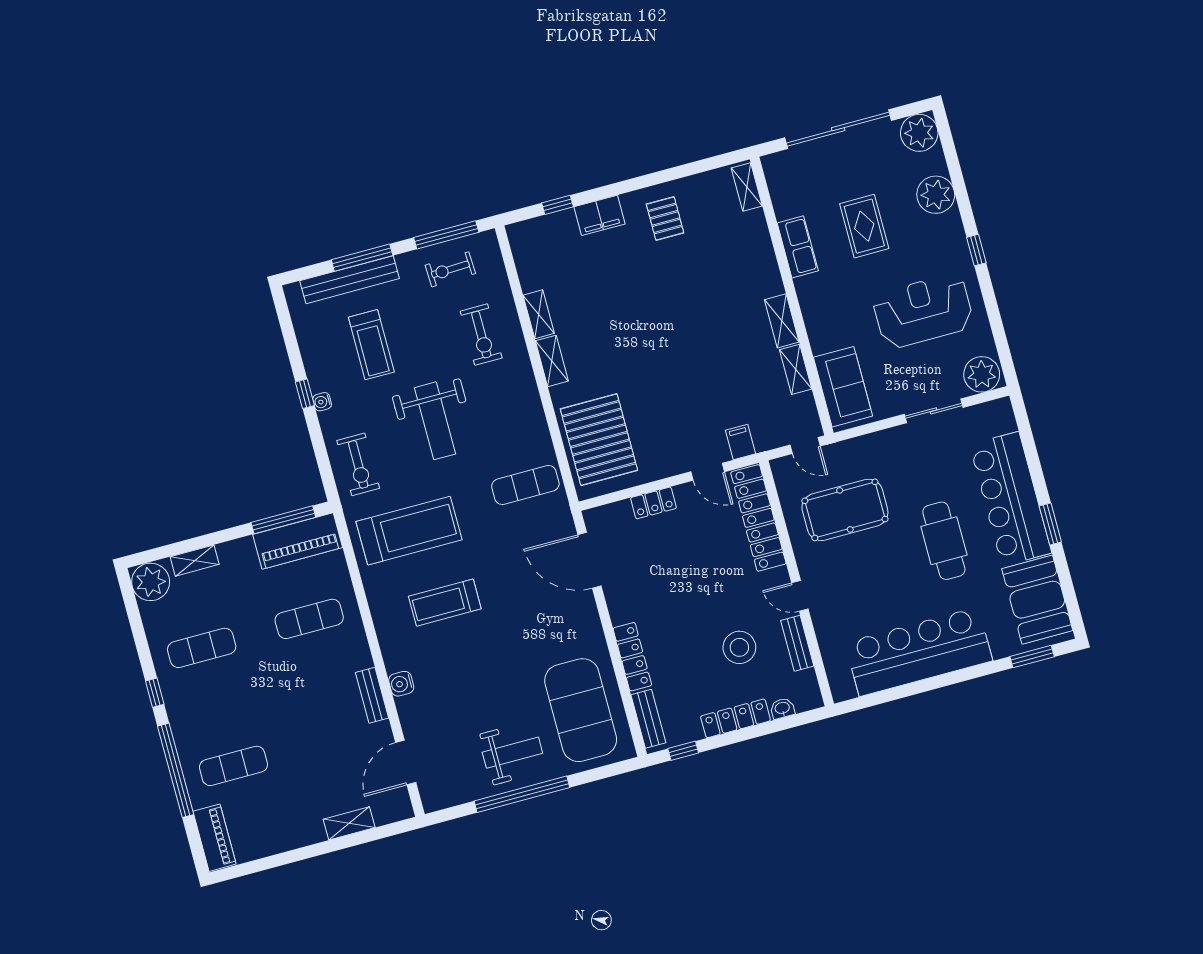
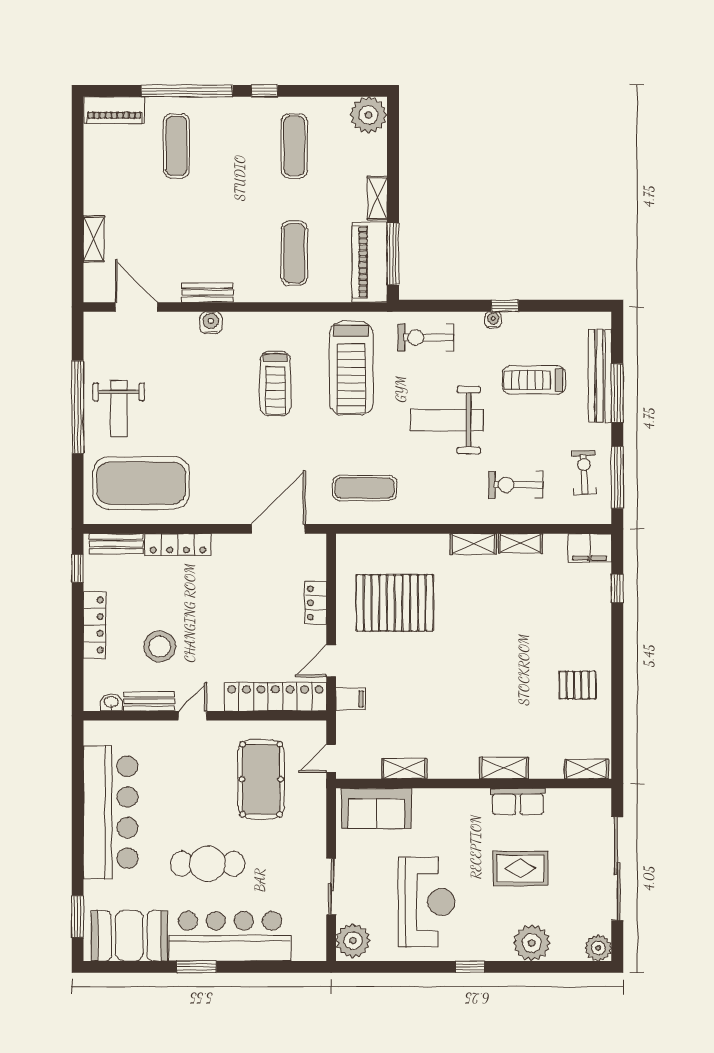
plant: (919, 133) -> (598, 948), width x0.73, depth x0.73
filing cabinet: (599, 215) -> (590, 548), moved, turned -90
shelving: (782, 321) -> (504, 768), moved
pallet: (599, 440) -> (395, 603), moved
exercise mat: (525, 485) -> (365, 488), turned 90
shelving: (195, 561) -> (377, 198), moved
treadmill: (445, 603) -> (275, 384), turned 180
washbasin: (782, 708) -> (111, 702), moved, turned -90

